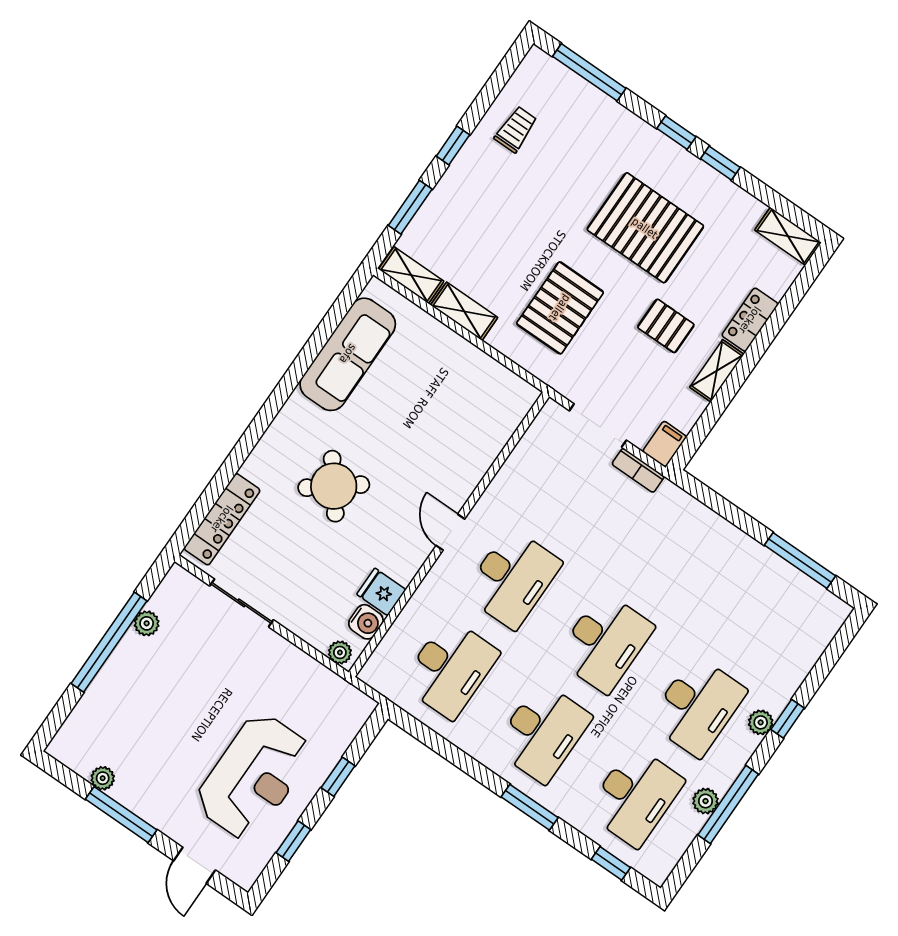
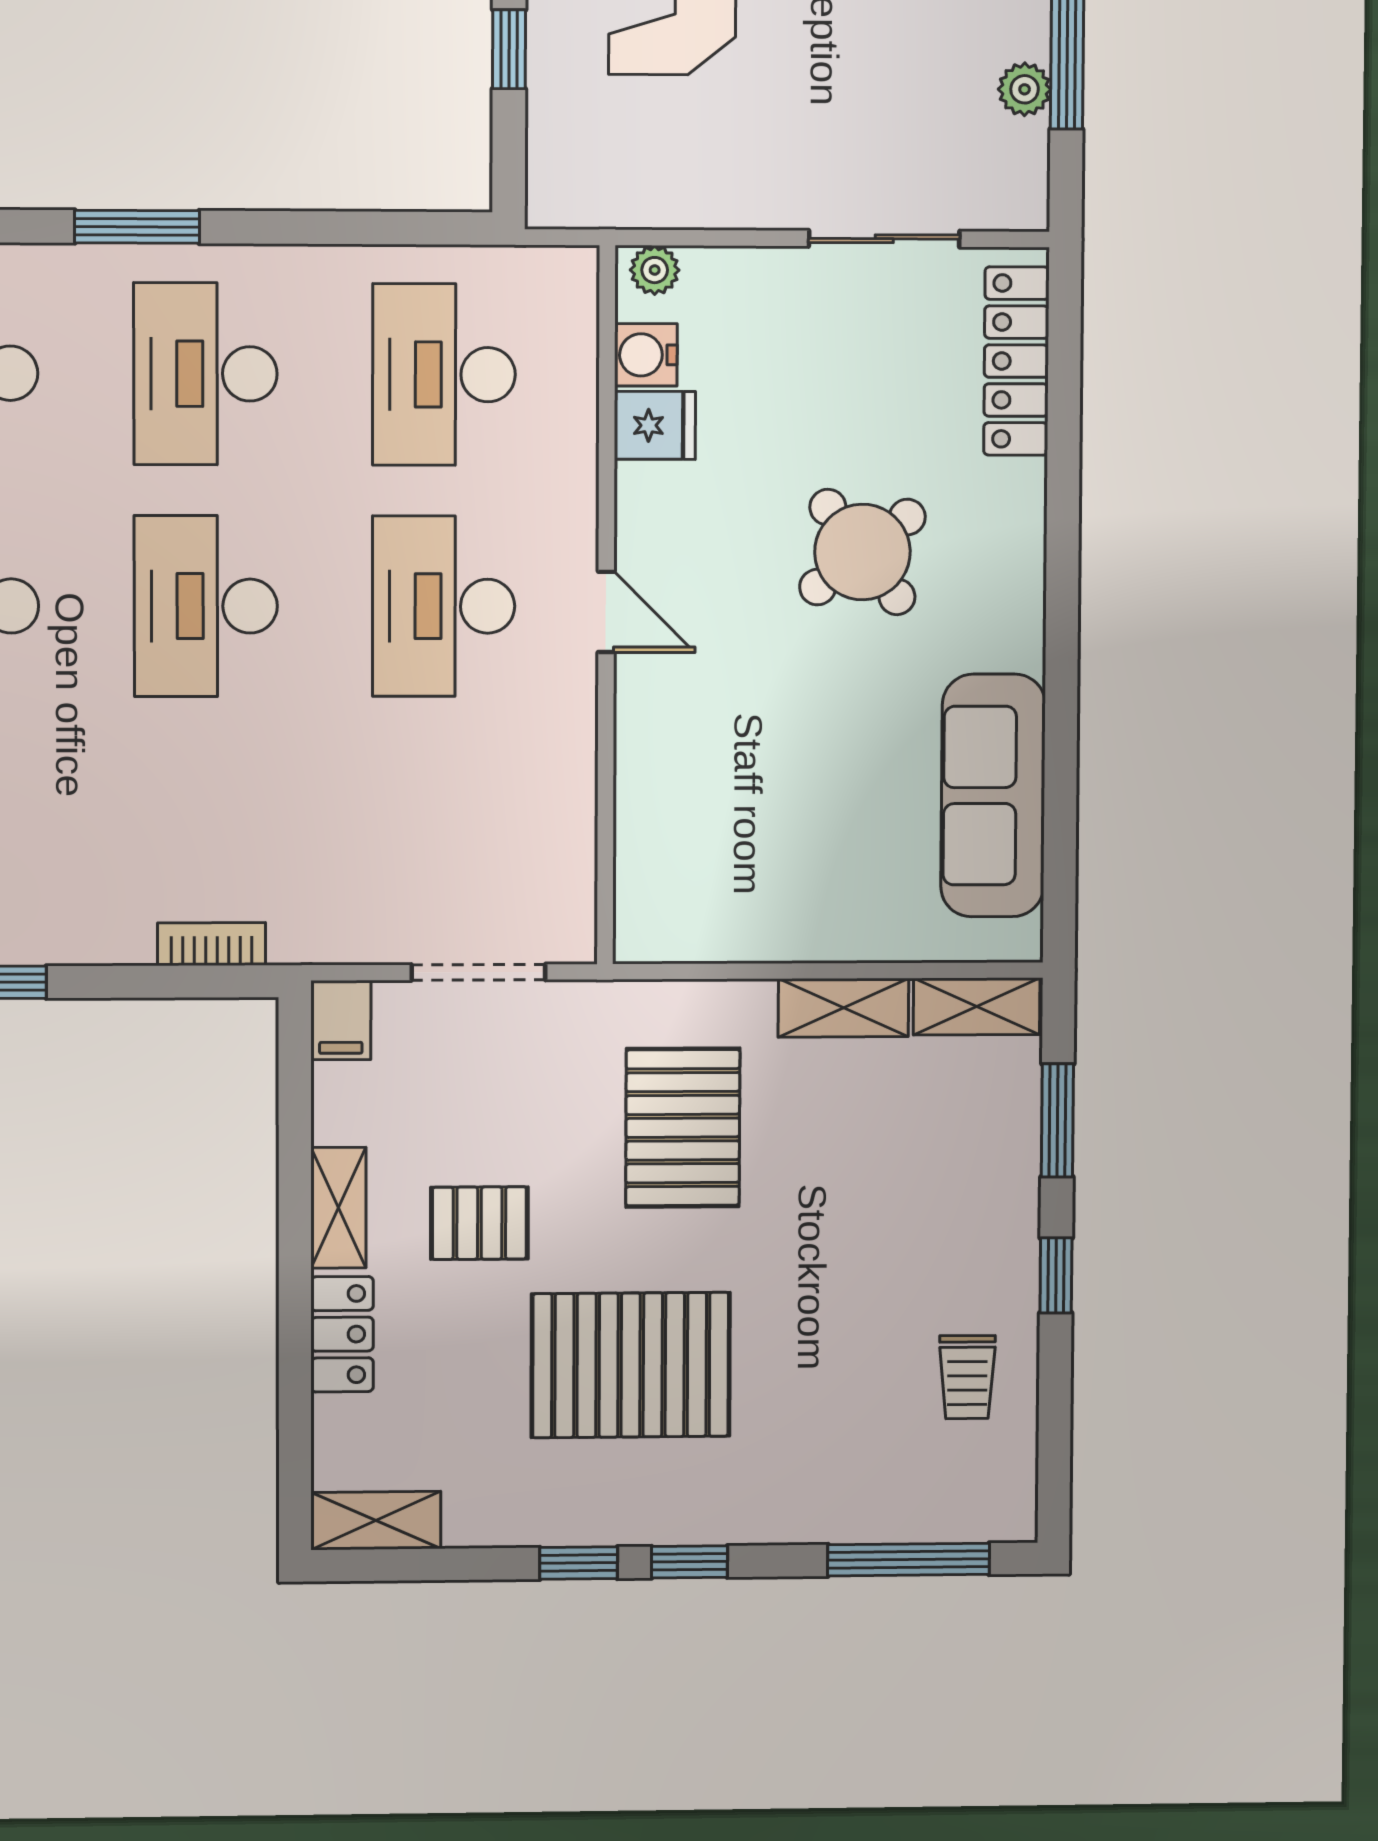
bookcase: (638, 470) -> (212, 944), moved

